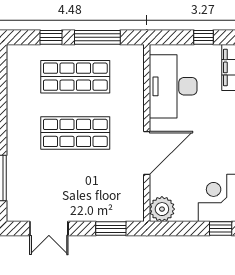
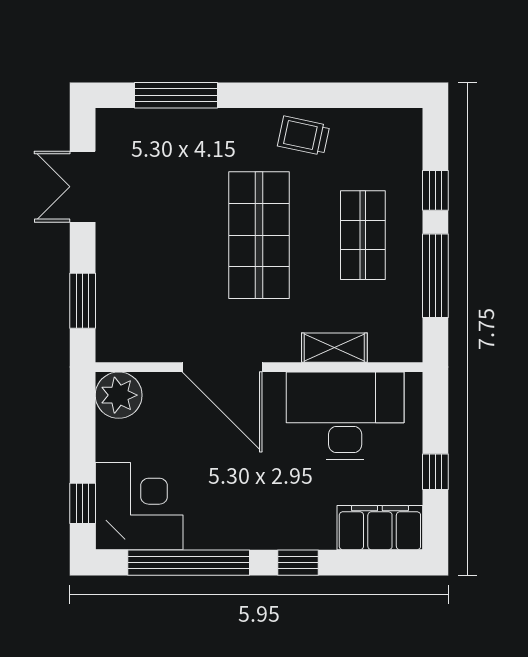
shop shelf: (75, 77) -> (363, 235), width x0.70, depth x0.74
shelving: (136, 92) -> (334, 348), added
trolley: (21, 109) -> (304, 136), added

